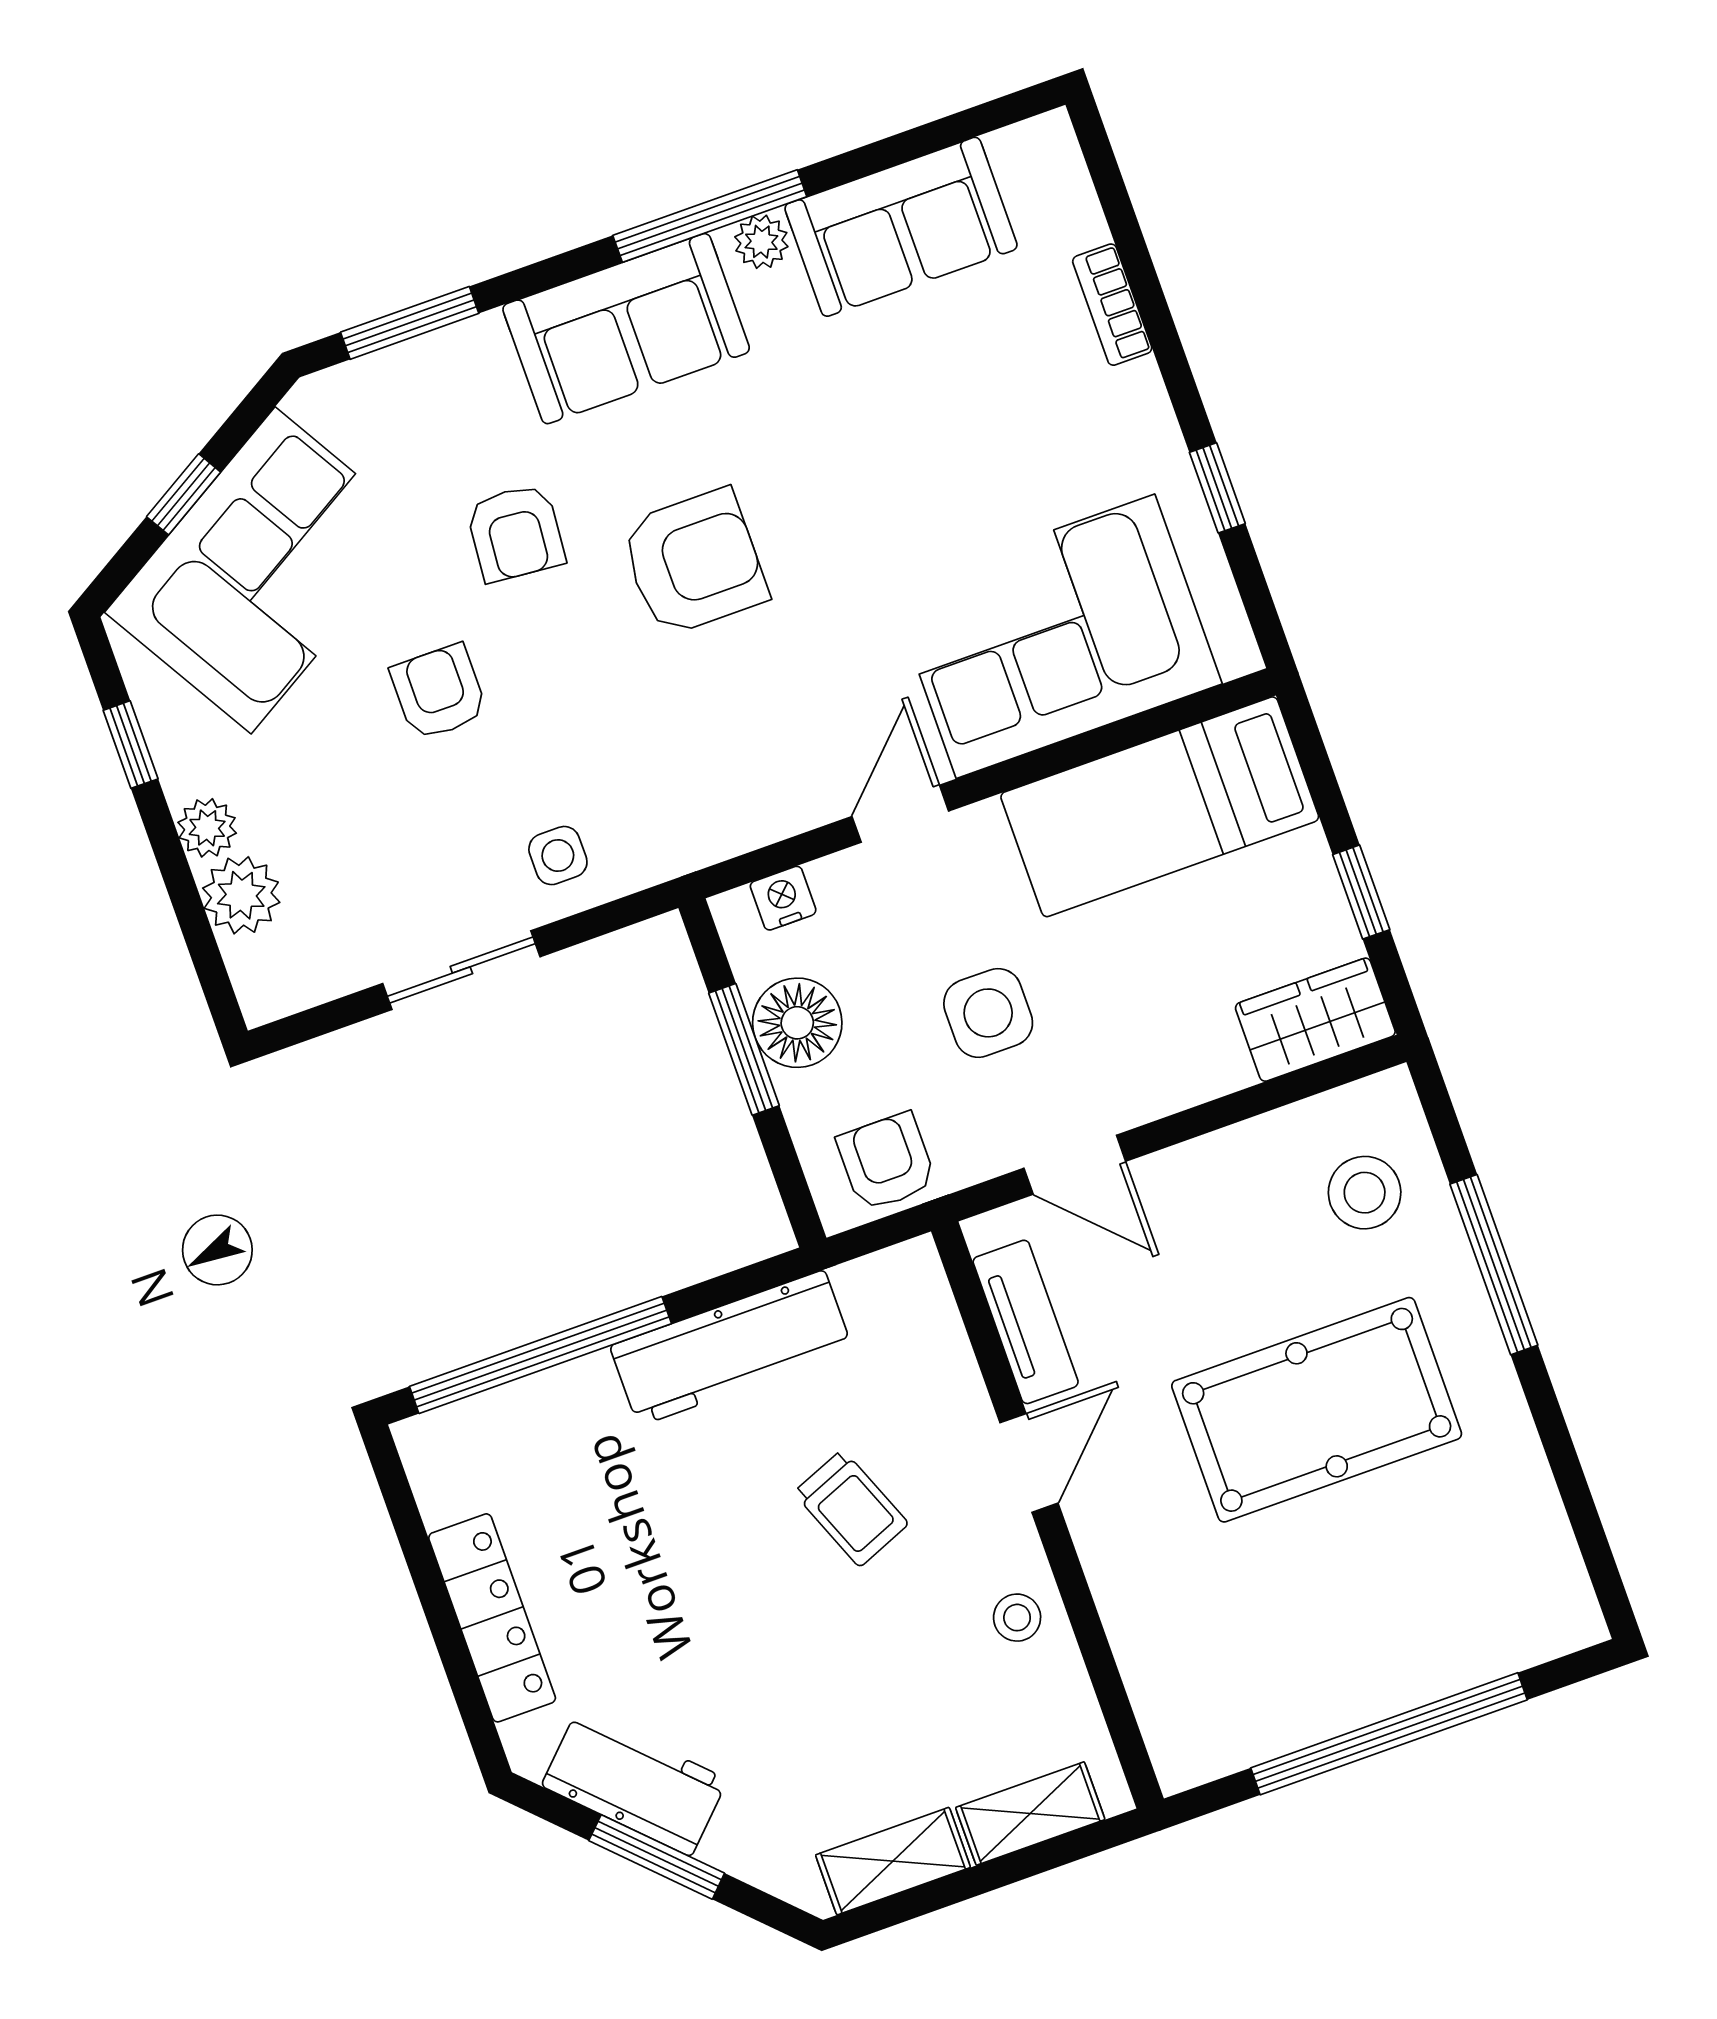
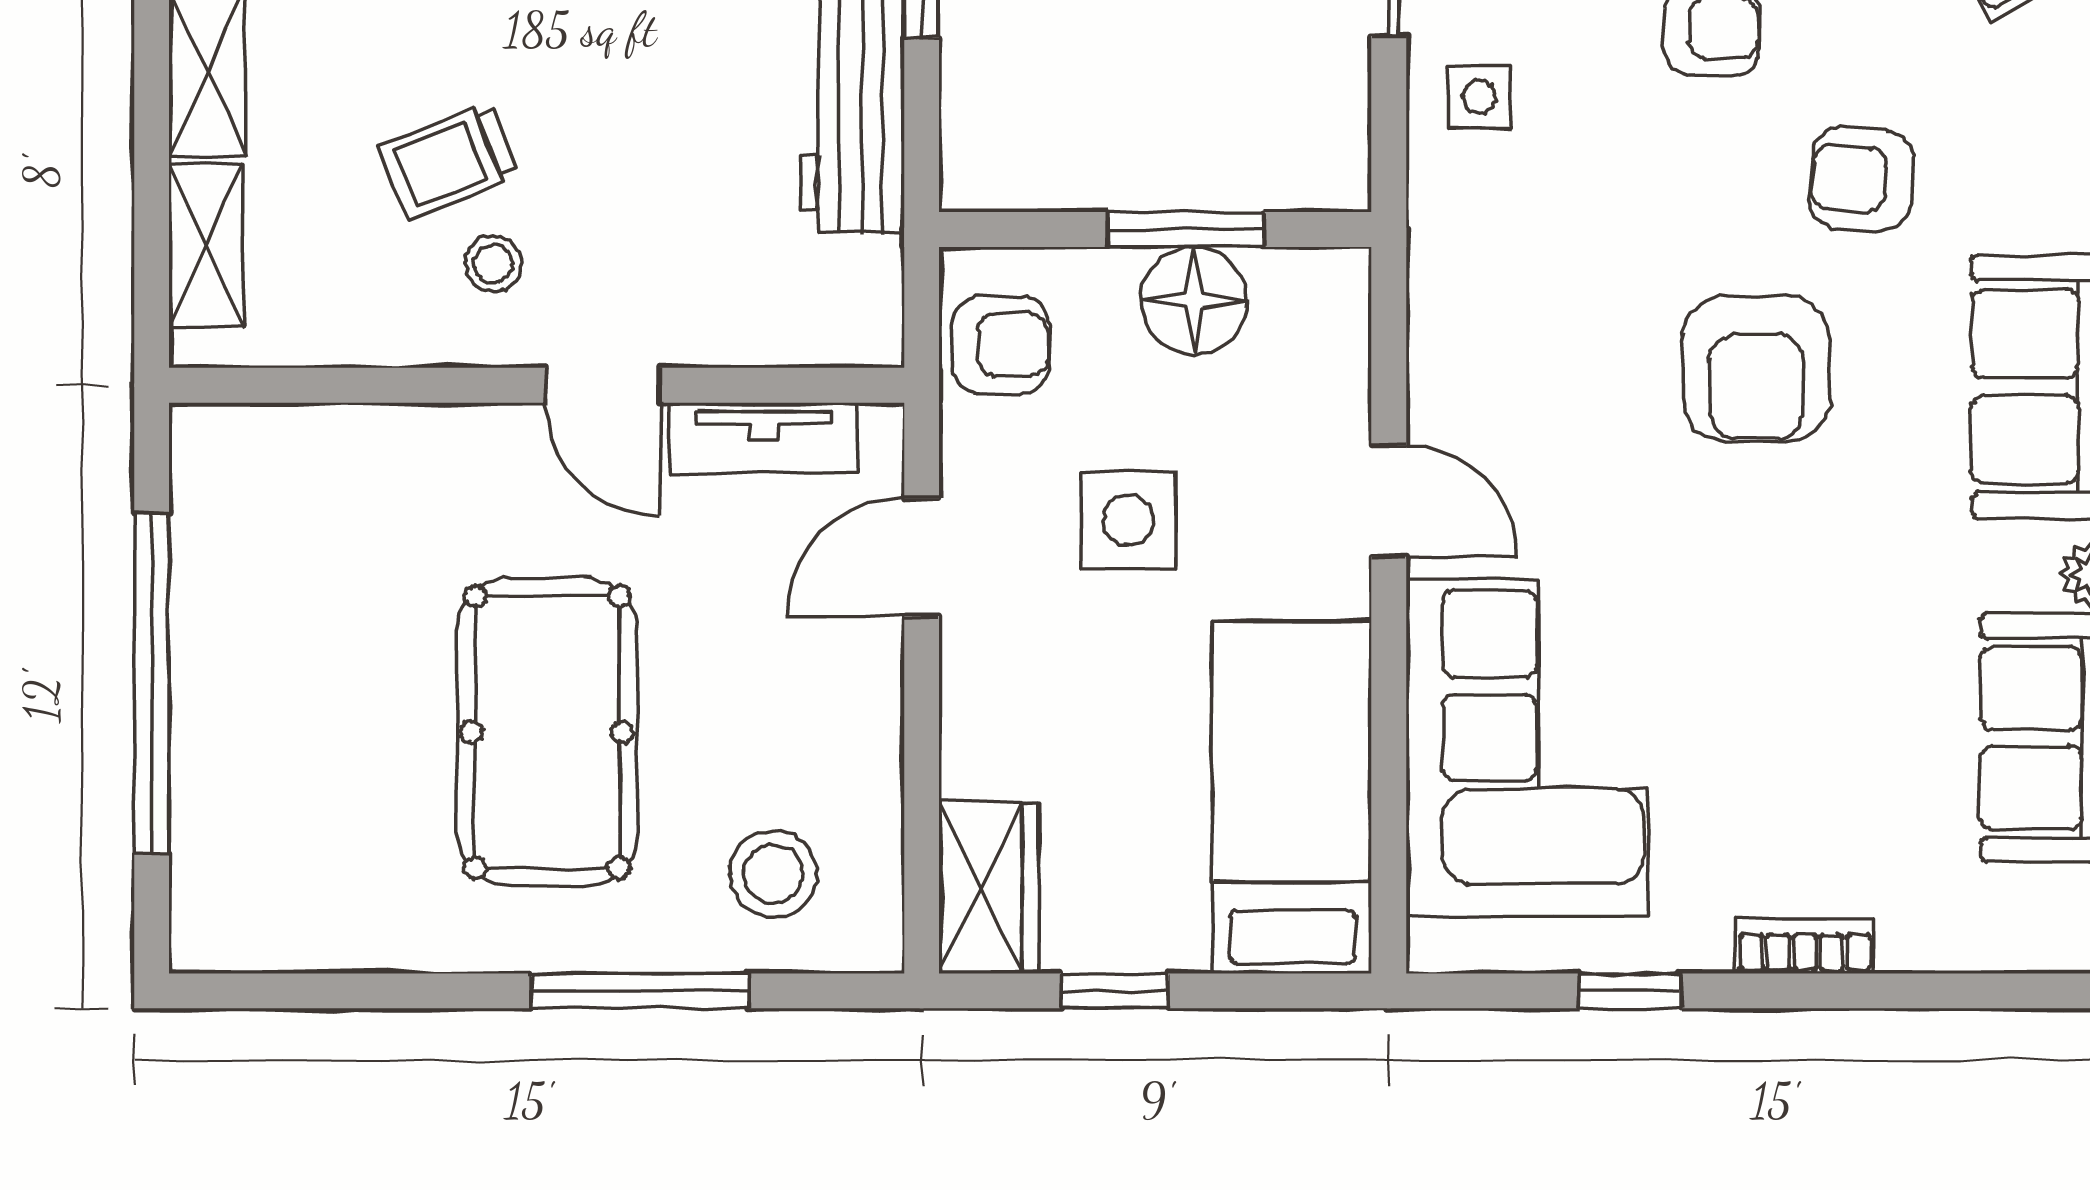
bookcase: (1112, 305) -> (1805, 946), moved
nightstand: (783, 898) -> (1341, 335), removed
trolley: (851, 1508) -> (448, 161), moved
stool: (1017, 1618) -> (493, 264), moved

